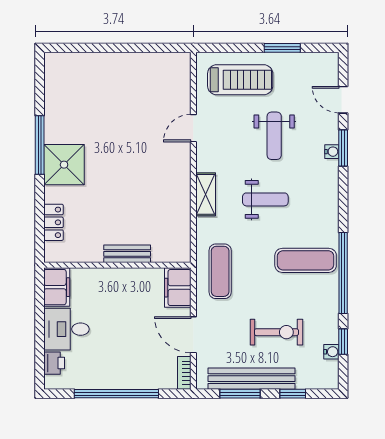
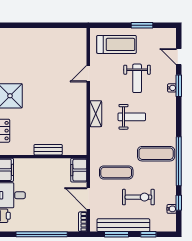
exercise mat: (220, 271) -> (116, 172), moved, turned 90

